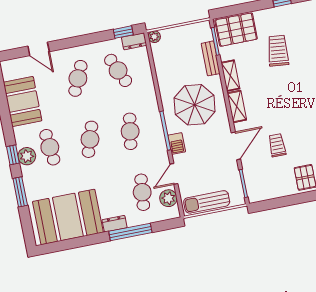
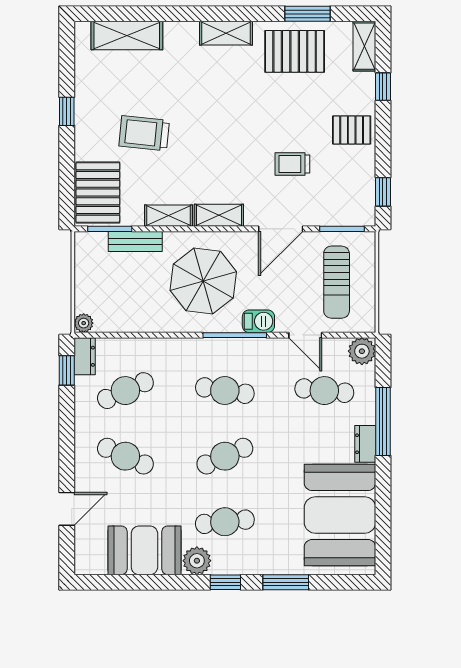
cafe table: (90, 139) -> (225, 456), turned -42
door: (236, 146) -> (281, 229), swing flipped
plant: (27, 156) -> (197, 561), moved
plant: (168, 198) -> (362, 351), moved
sun lounger: (207, 202) -> (337, 282), moved
window: (271, 204) -> (383, 192), added

